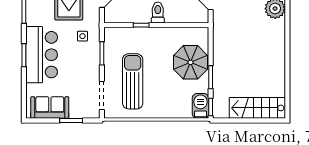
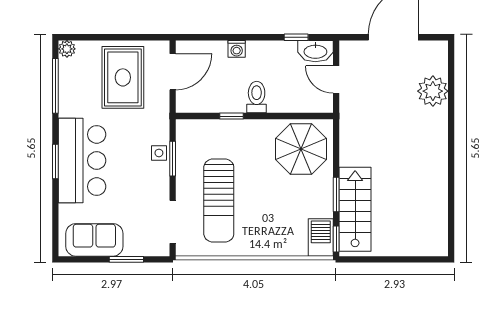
side table: (82, 36) -> (159, 153), moved
parasol: (191, 62) -> (301, 149), moved
sun lounger: (133, 81) -> (219, 201), turned 180
stairs: (257, 108) -> (355, 209), moved, turned 90

